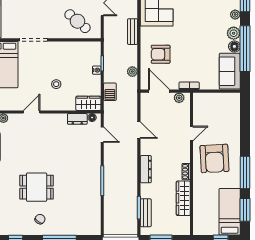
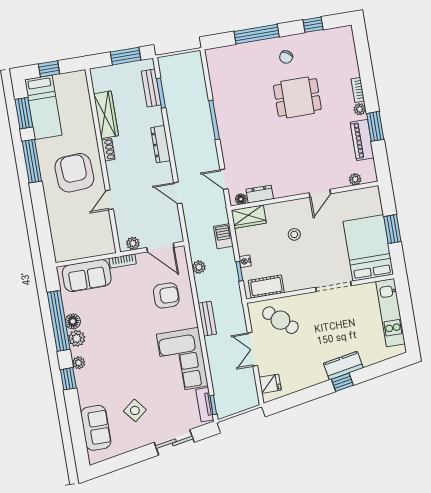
cot: (84, 48) -> (266, 287), added
sofa: (230, 71) -> (87, 276), moved, turned 90

